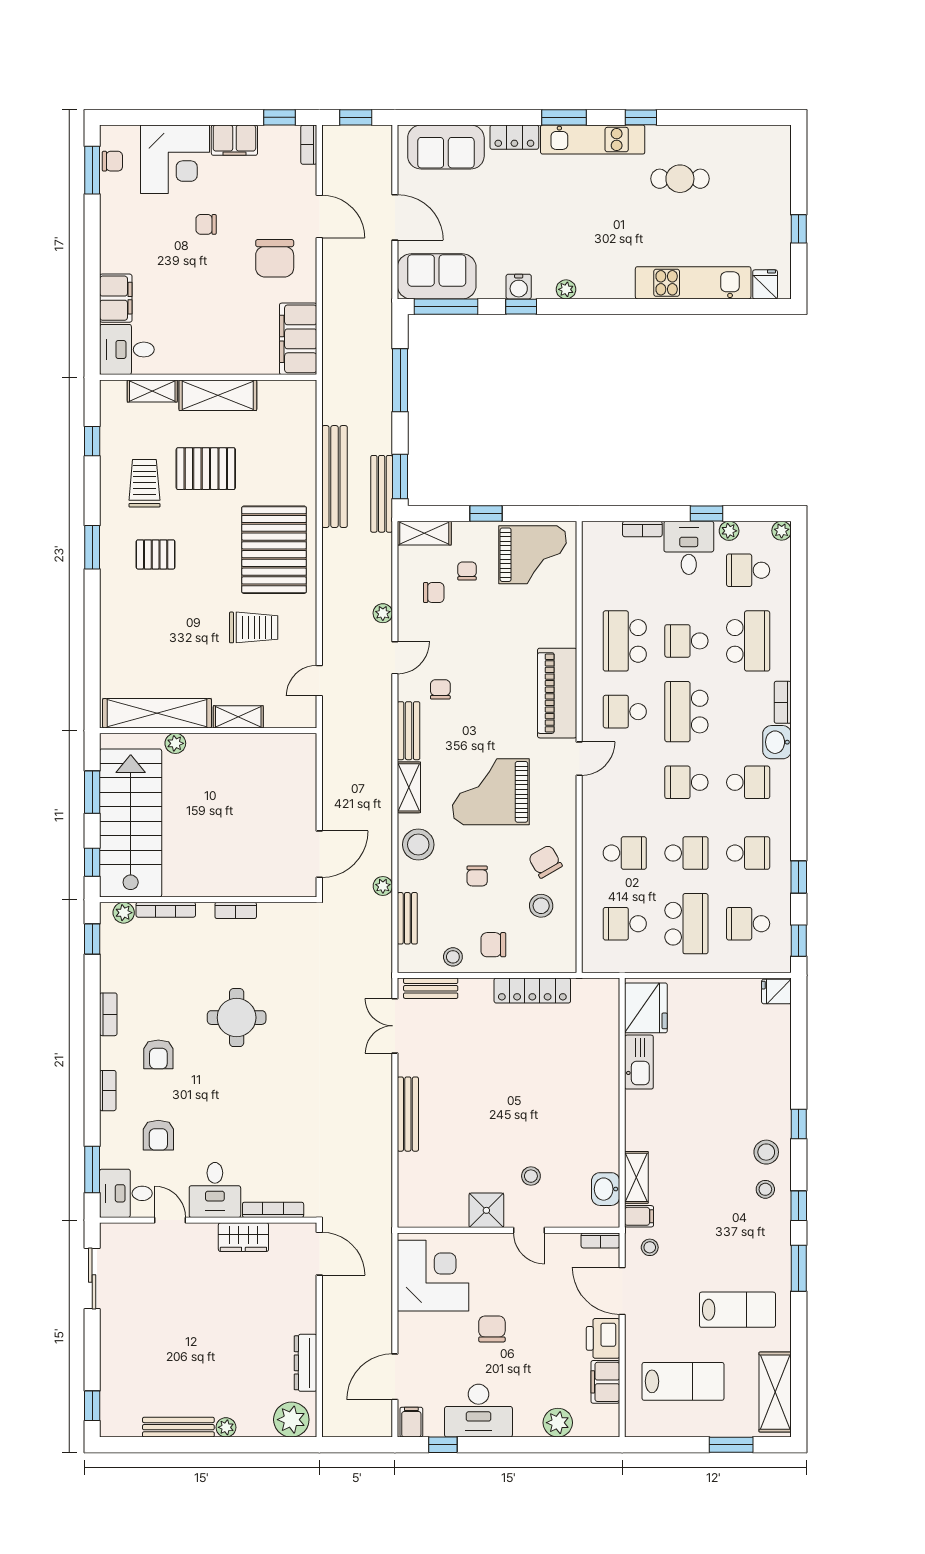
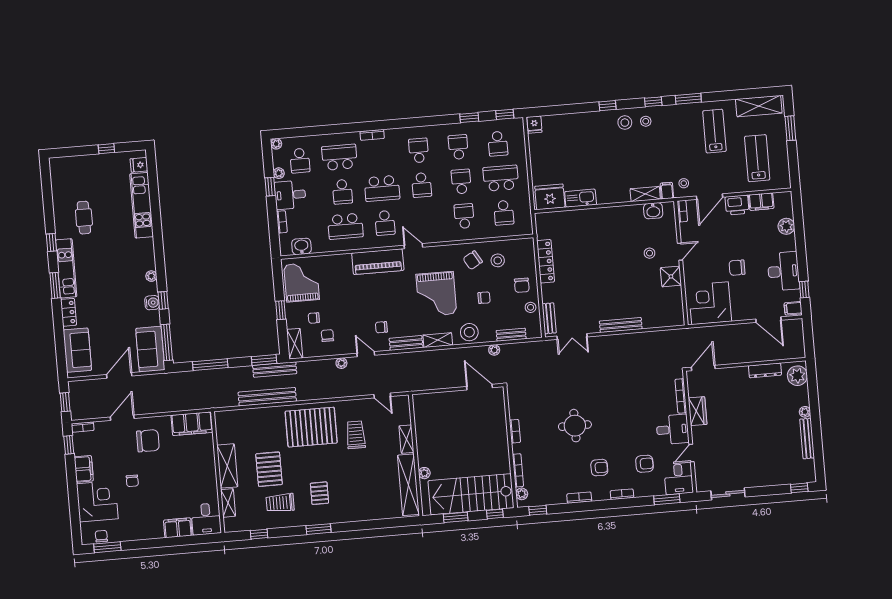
washbasin: (777, 742) -> (301, 246), moved, turned 180

